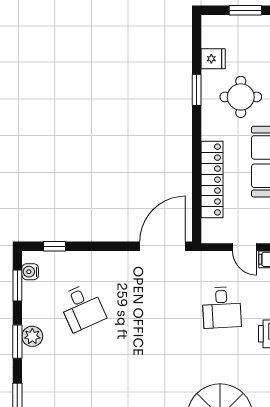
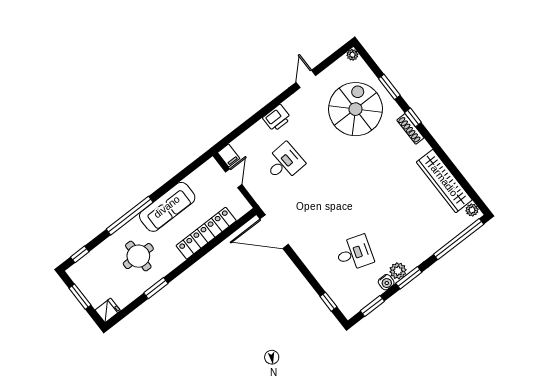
fridge: (213, 59) -> (108, 310), moved, turned 90
water cooler: (30, 272) -> (386, 282), moved
desk: (82, 307) -> (354, 253), turned 42

